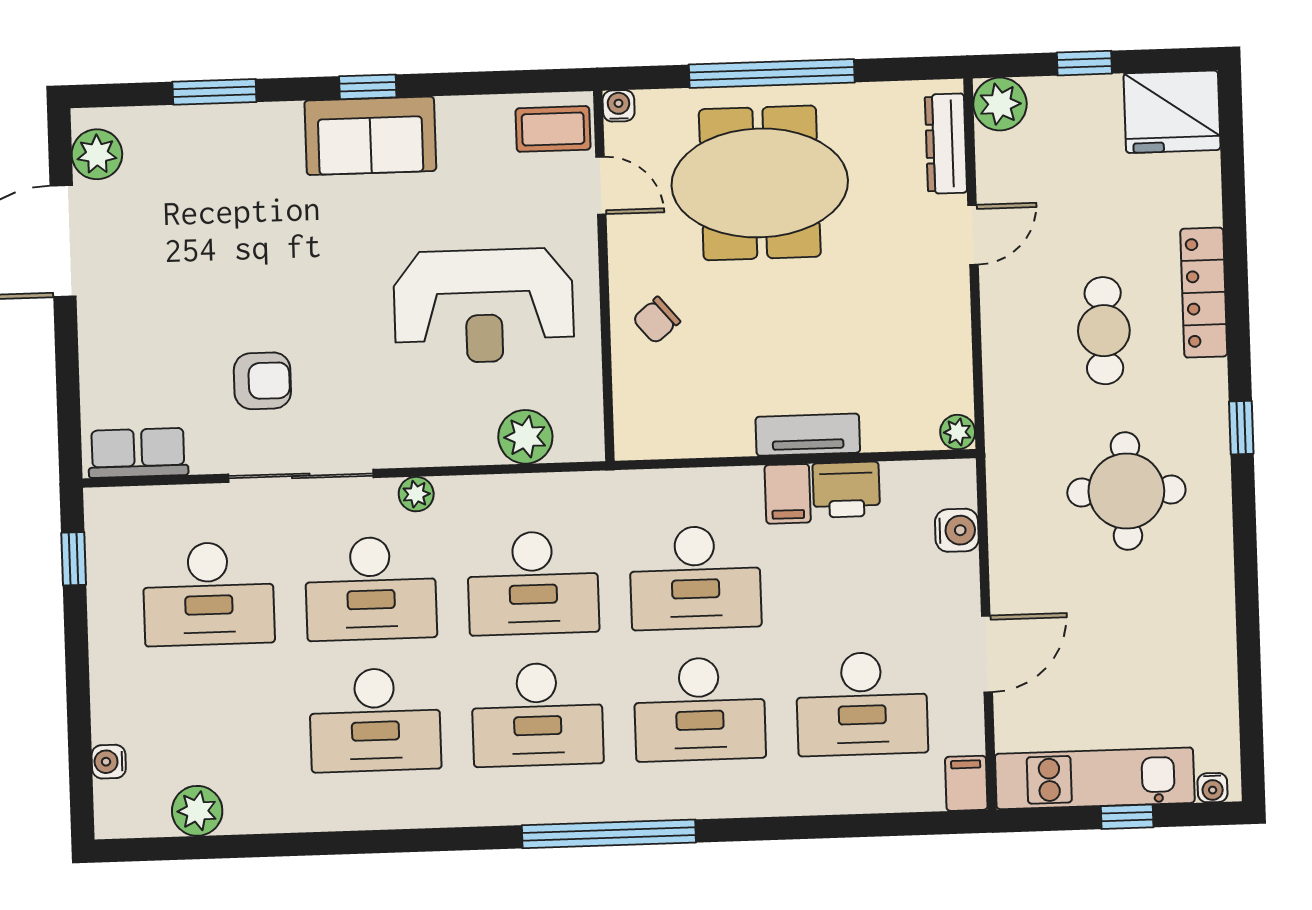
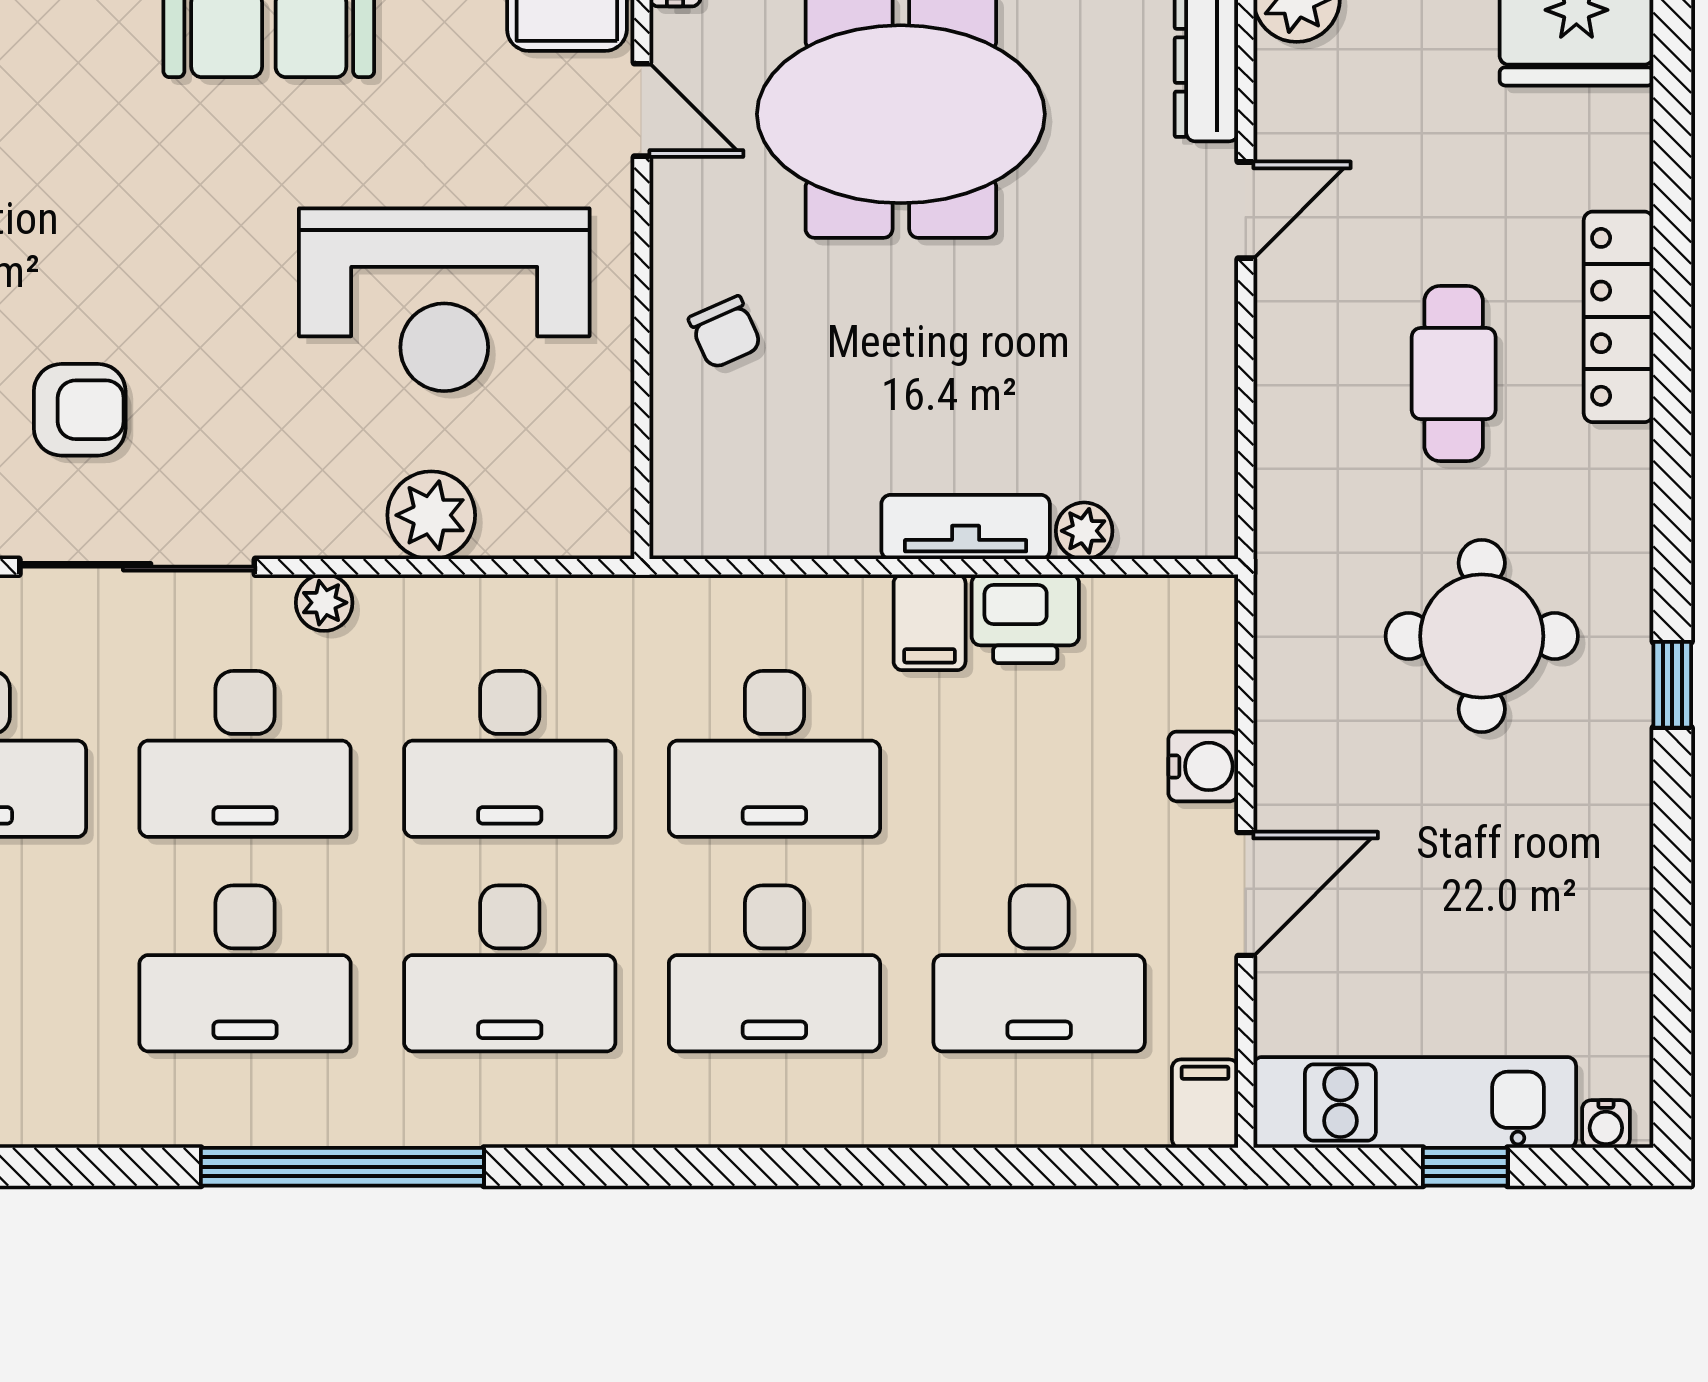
chair: (656, 320) -> (725, 332), turned -74
window: (1241, 428) -> (1672, 685), moved
plant: (958, 432) -> (1084, 531), moved
plant: (525, 437) -> (431, 515), moved
water cooler: (957, 530) -> (1203, 766), moved
window: (609, 834) -> (342, 1167), moved

